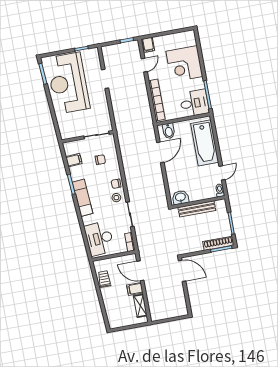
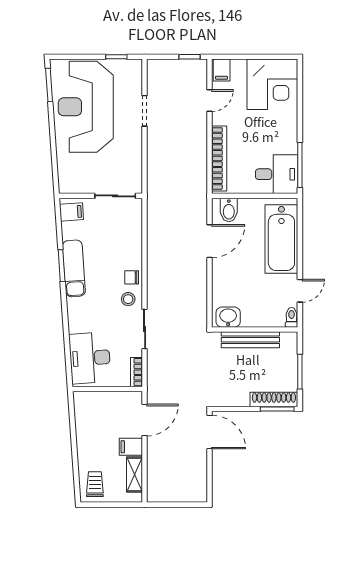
corner desk: (184, 64) -> (272, 84), moved, turned -90
filing cabinet: (74, 160) -> (71, 212), moved
chair: (100, 160) -> (114, 235), removed
exam couch: (82, 198) -> (74, 268), moved
door: (140, 271) -> (145, 420), swing flipped
trolley: (104, 279) -> (95, 484), moved

